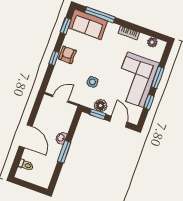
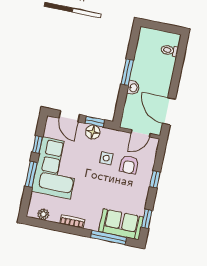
armchair: (67, 55) -> (129, 165), moved
door: (26, 136) -> (169, 111), moved

